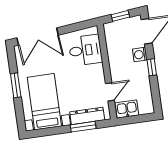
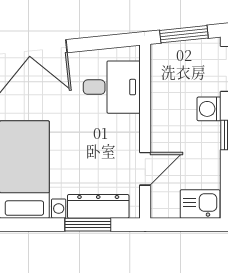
window: (120, 16) -> (184, 34), width x1.50
kitchen sink: (127, 109) -> (200, 204), moved

